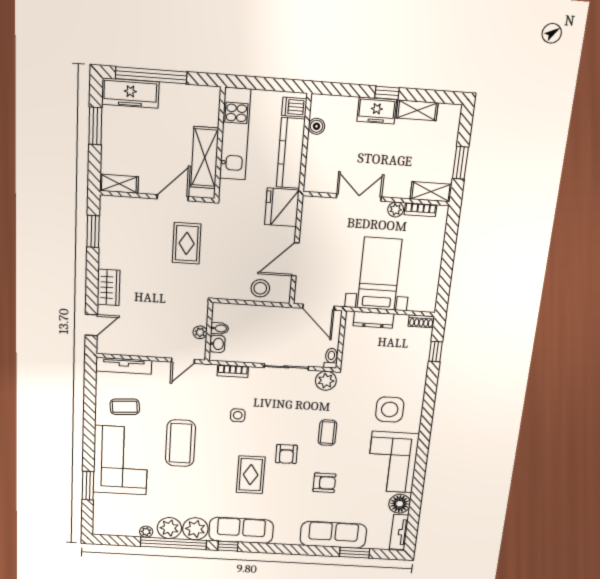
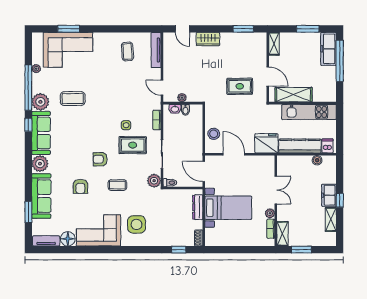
door: (318, 307) -> (204, 171), hinge flipped
coffee table: (180, 443) -> (73, 99), moved, width x0.73, depth x0.76
corner sofa: (120, 460) -> (68, 50), moved
rug: (251, 475) -> (133, 145), moved
plant: (169, 528) -> (40, 164), moved

